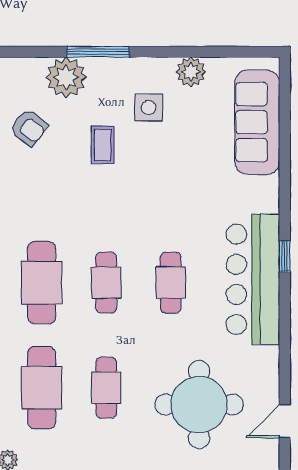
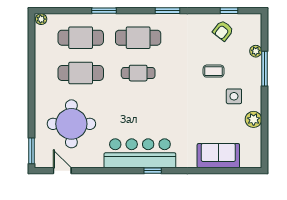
plant: (66, 77) -> (256, 51), width x0.53, depth x0.53
sofa: (257, 122) -> (218, 156), width x0.73
cafe table: (171, 283) -> (138, 108), removed
cafe table: (106, 388) -> (81, 73), width x1.37, depth x1.35

